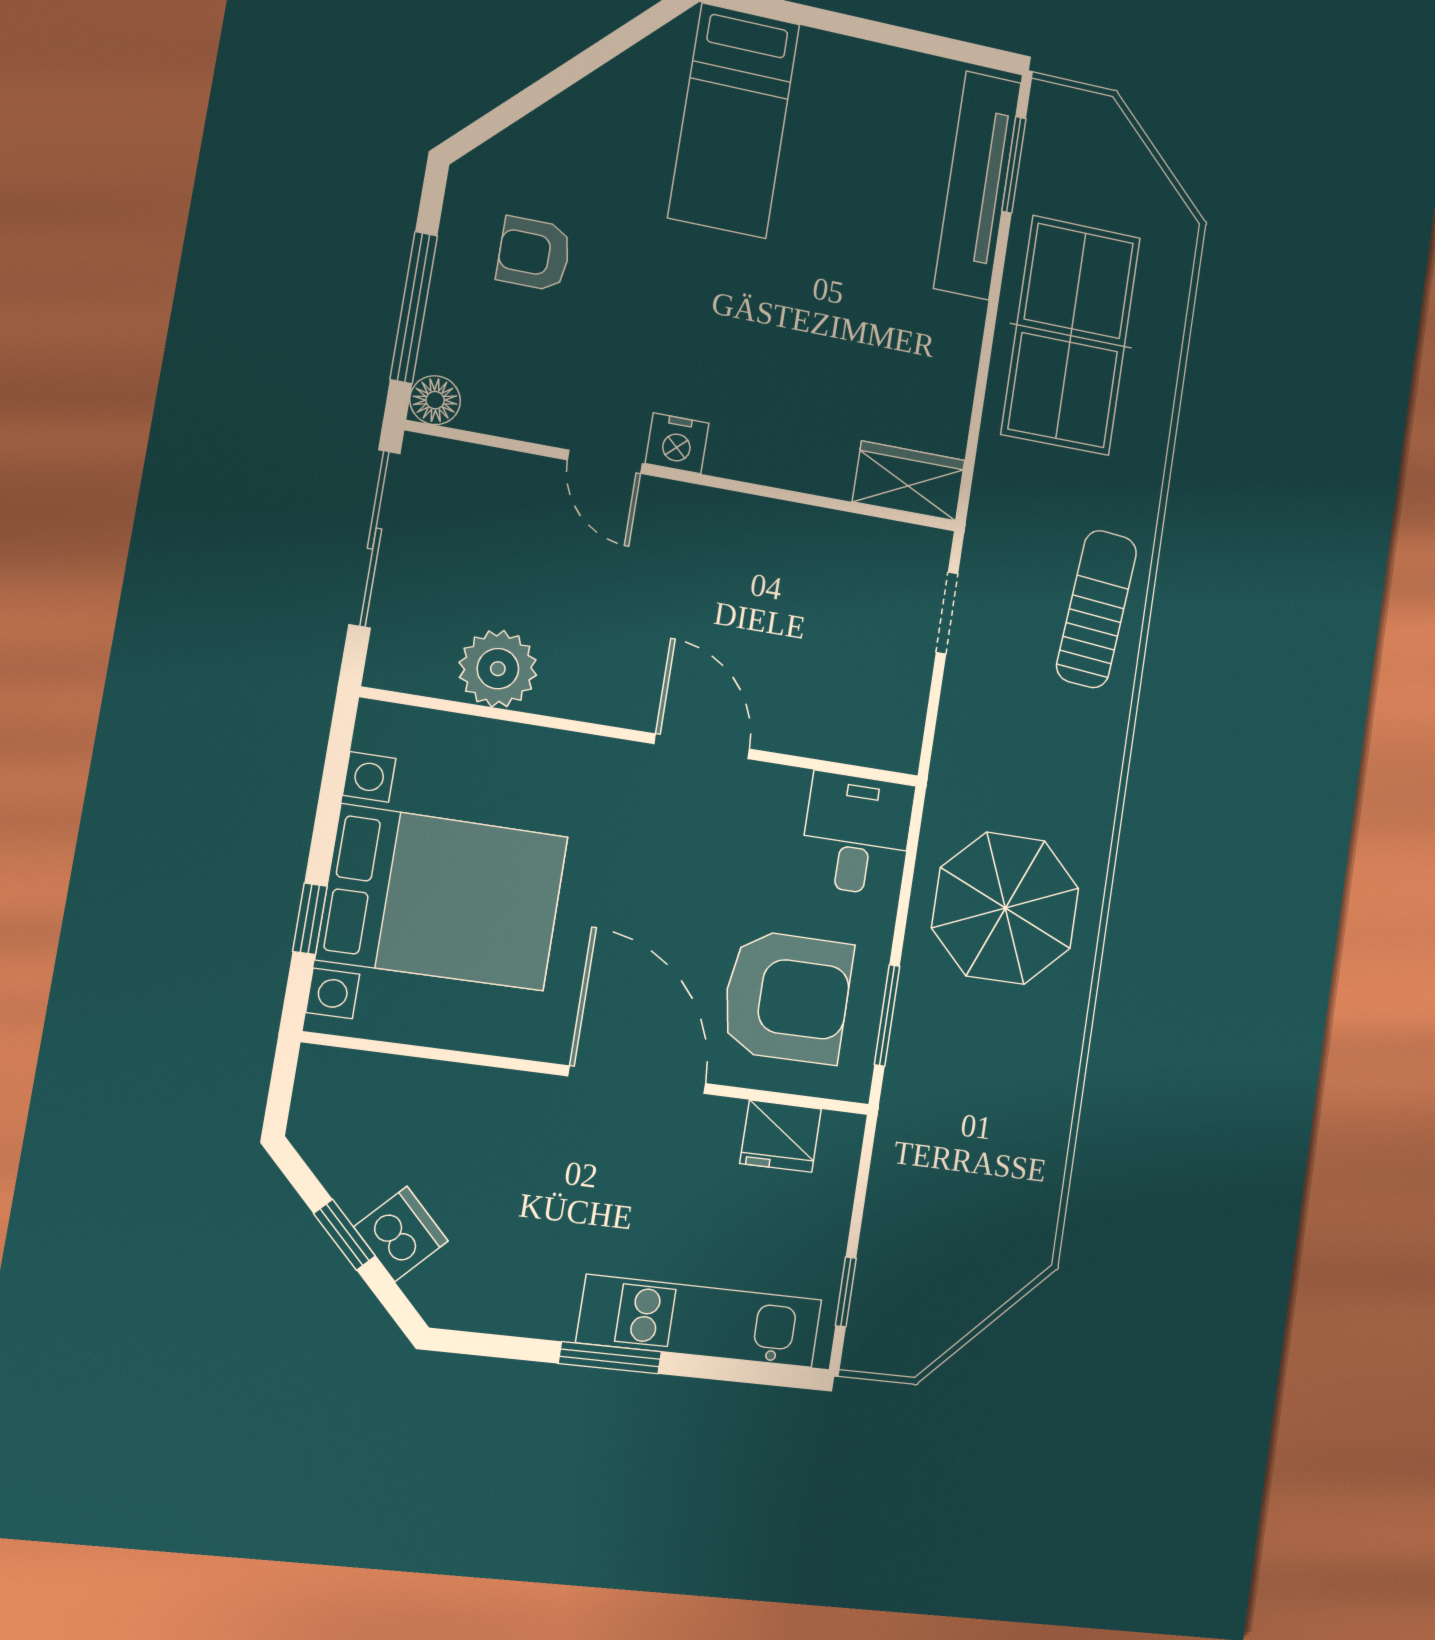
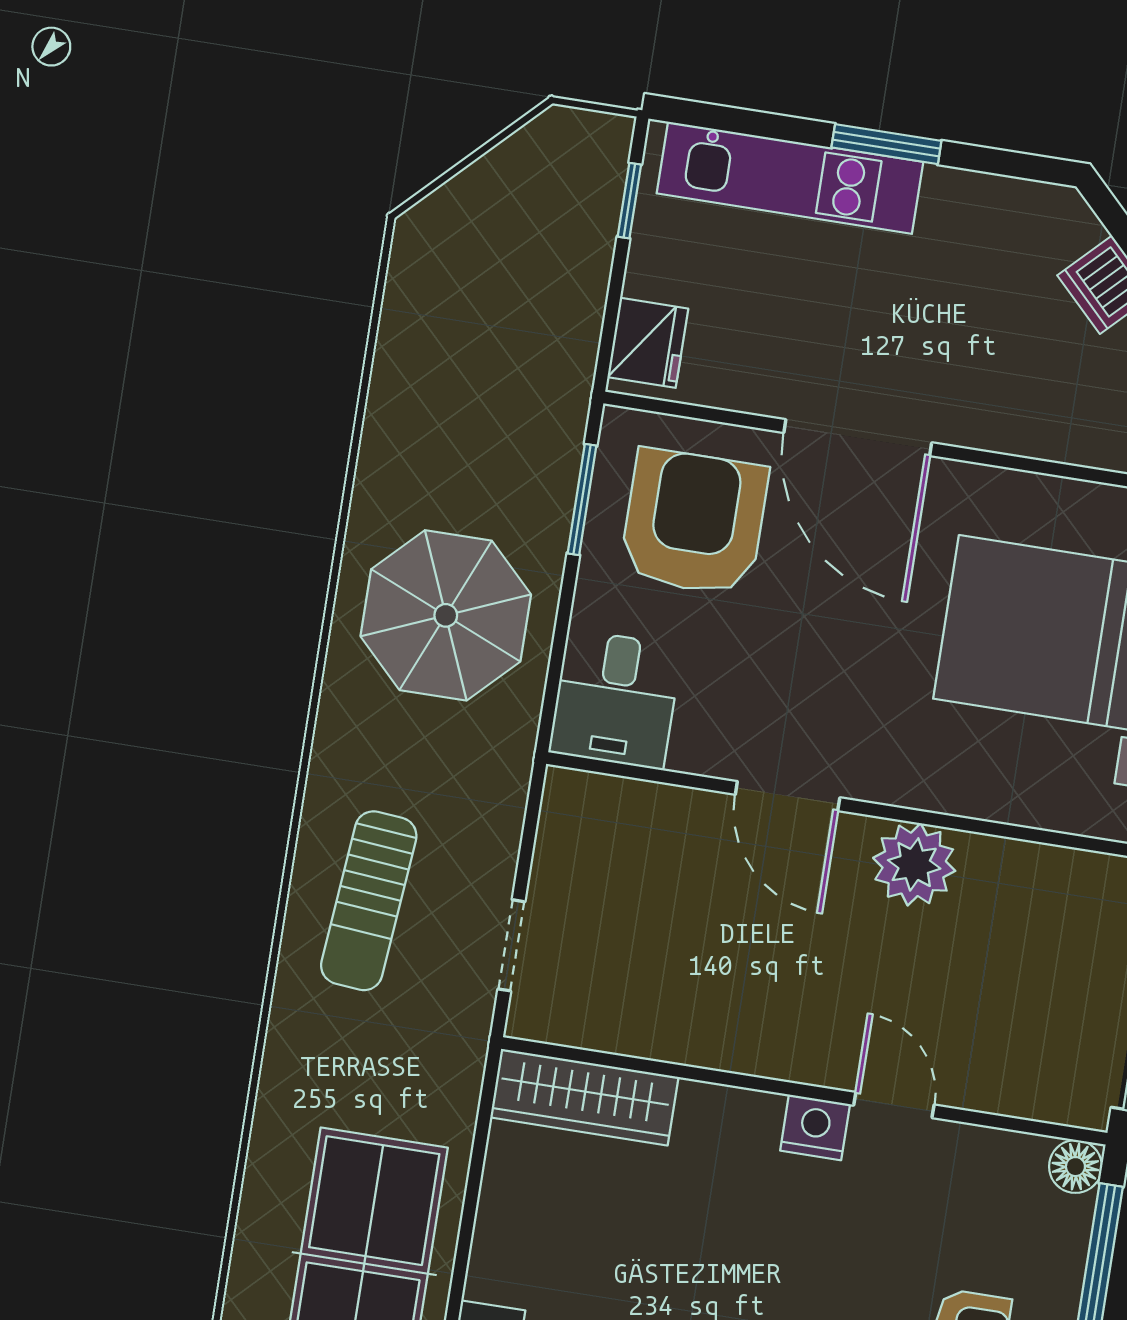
wardrobe: (909, 481) -> (584, 1097), width x1.50
sun lounger: (1096, 609) -> (369, 901), moved
plant: (498, 669) -> (914, 864), moved
armchair: (787, 997) -> (694, 522), turned 90
fridge: (781, 1136) -> (648, 343), moved, turned 90

